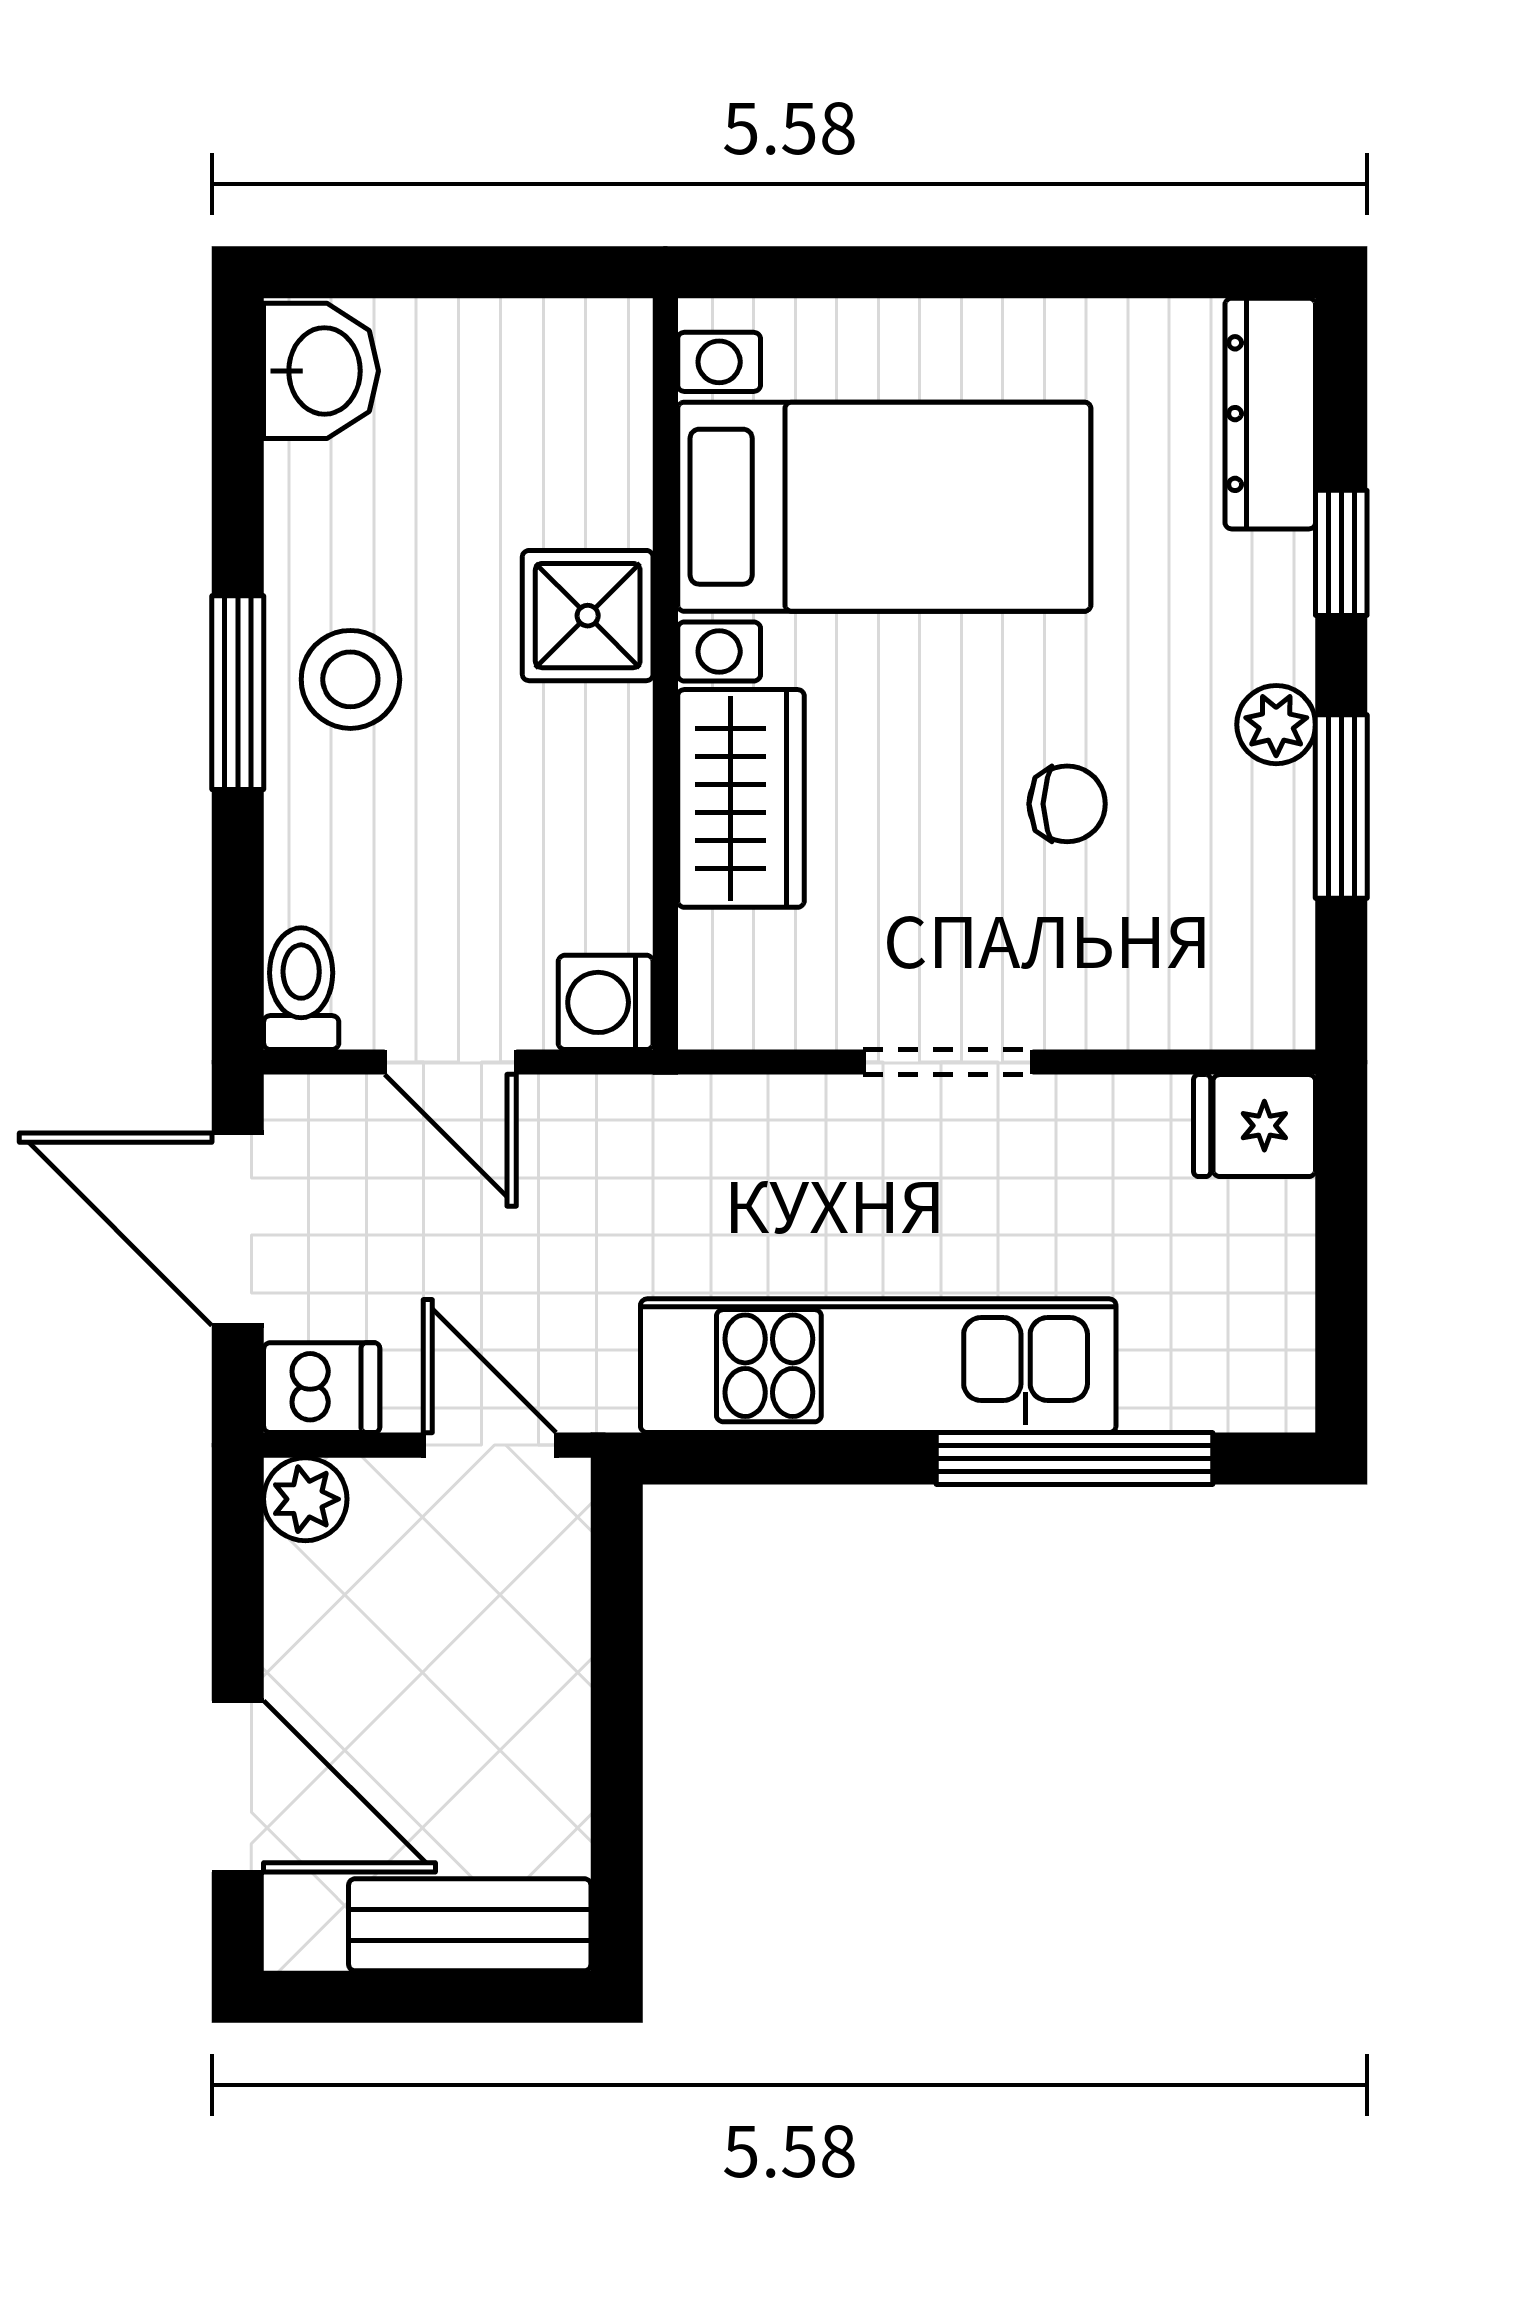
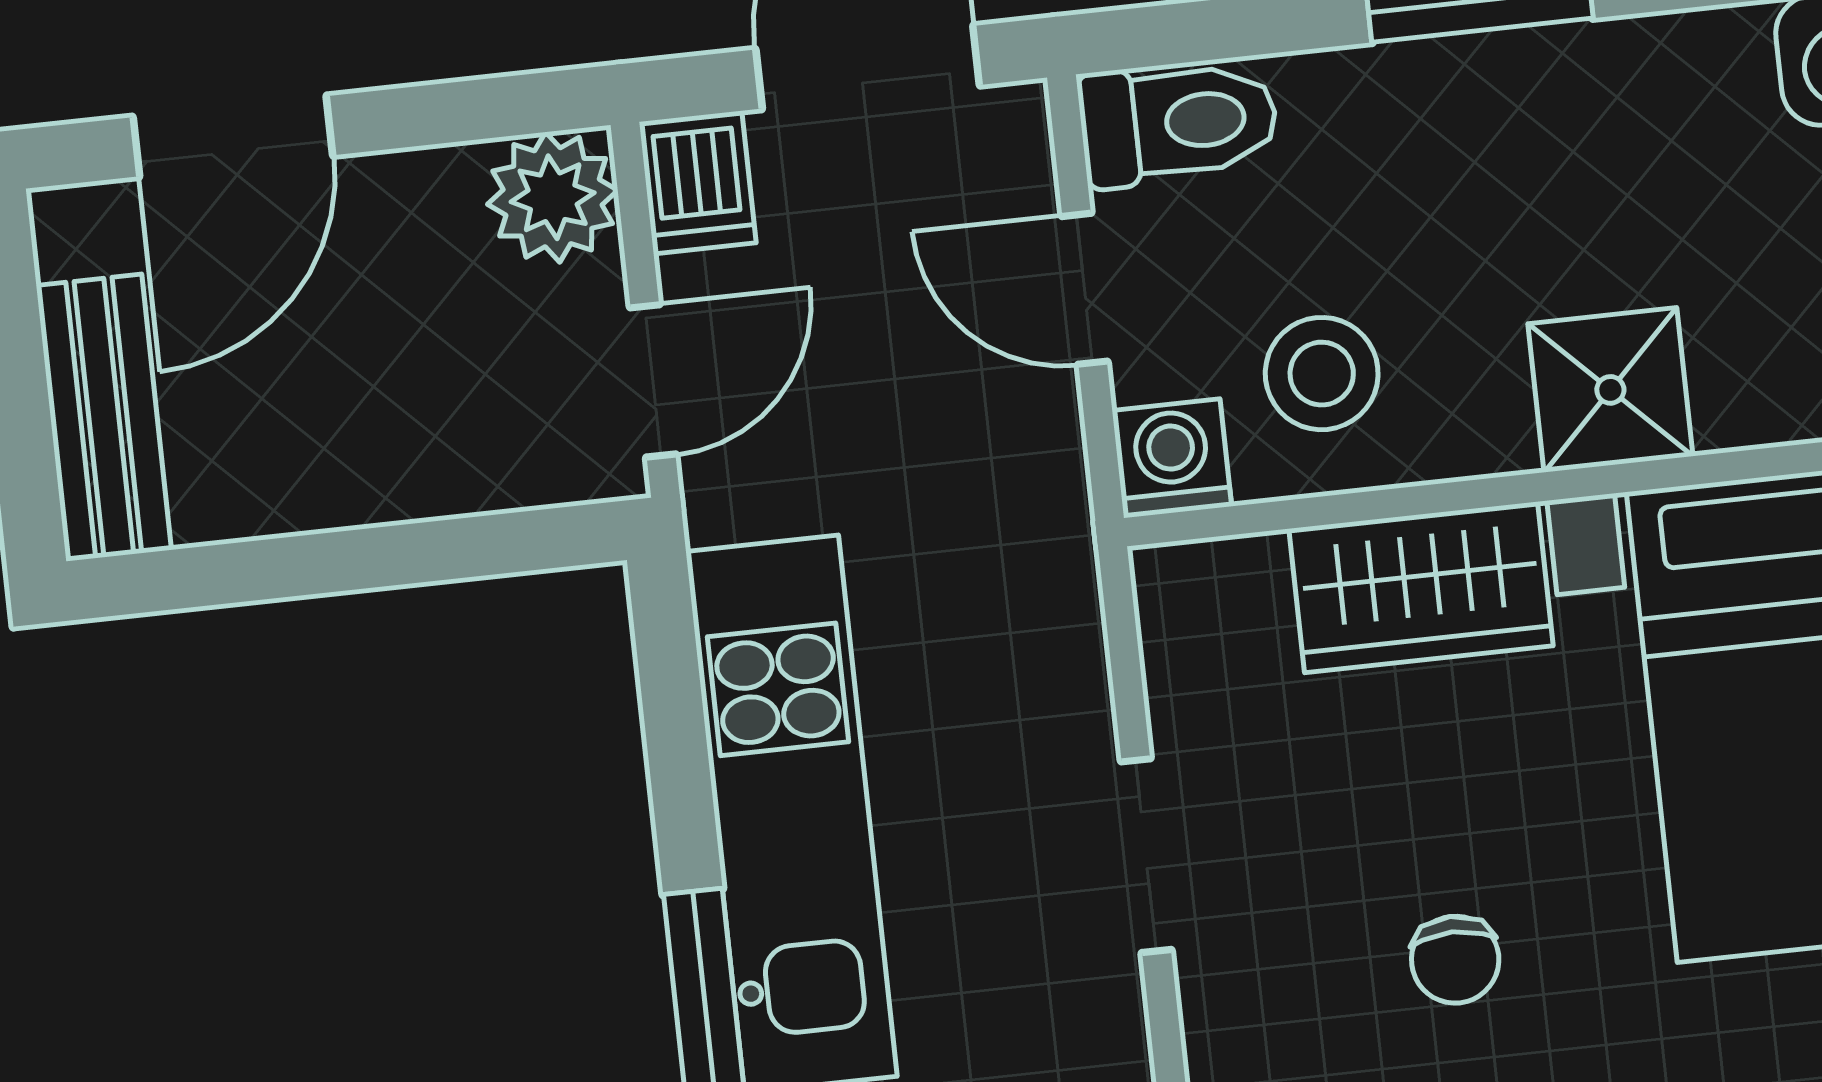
stool: (350, 679) -> (1322, 374), moved
toilet: (301, 989) -> (1178, 123), width x1.37, depth x1.39
door: (450, 1062) -> (1085, 289), hinge flipped
plant: (305, 1499) -> (553, 197), width x1.38, depth x1.38

